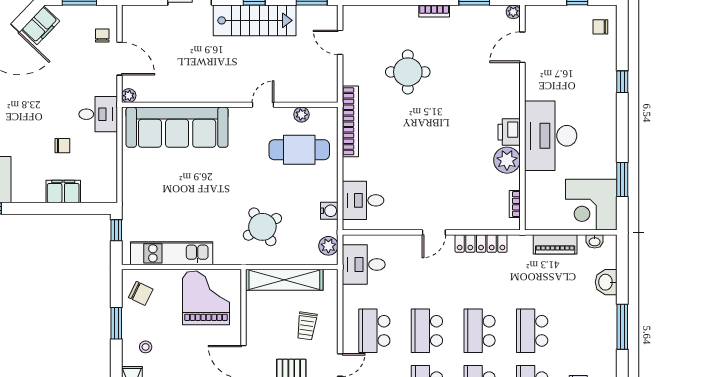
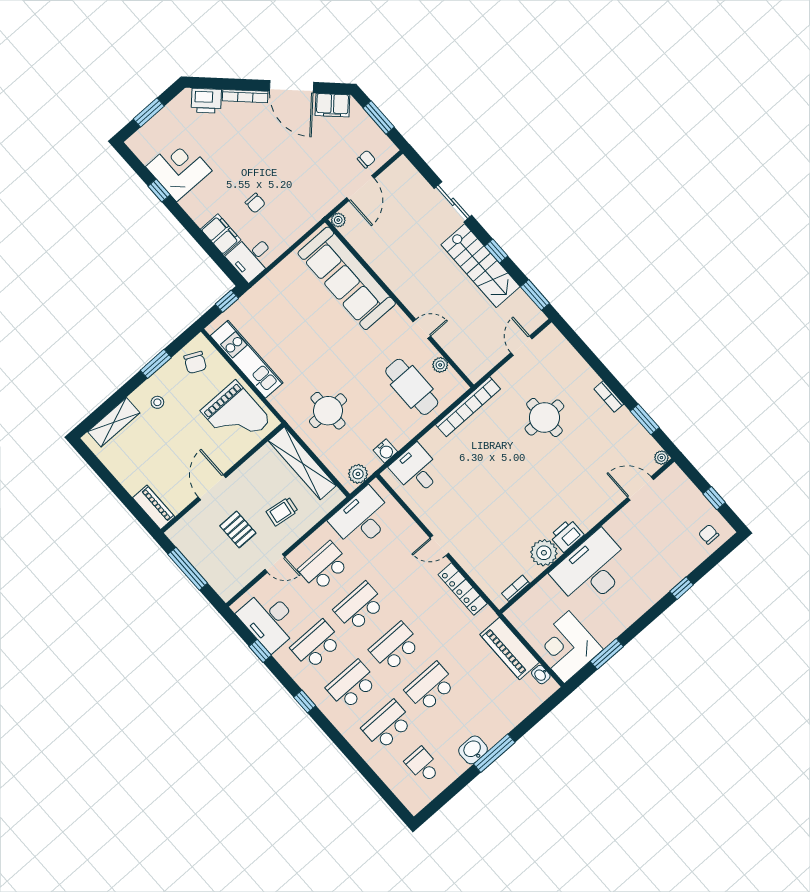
desk: (98, 114) -> (251, 257), moved, turned 90
round table: (262, 227) -> (328, 411), turned 31
piano: (555, 244) -> (510, 648), width x1.37, depth x1.33
desk: (364, 264) -> (362, 518), width x1.37
washbasin: (606, 282) -> (473, 750), moved
grand piano: (206, 298) -> (236, 415), turned 90

